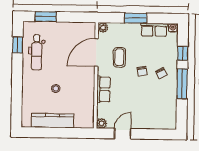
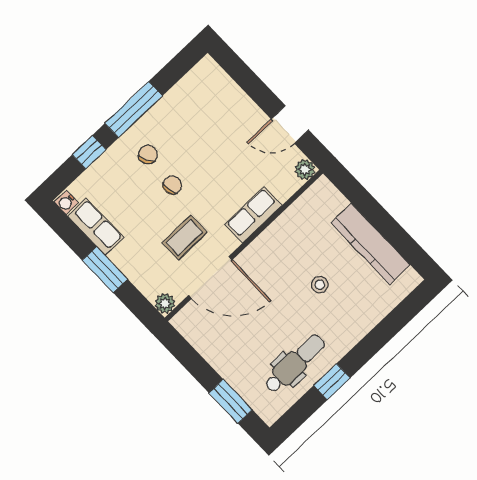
window: (18, 45) -> (332, 382), moved

